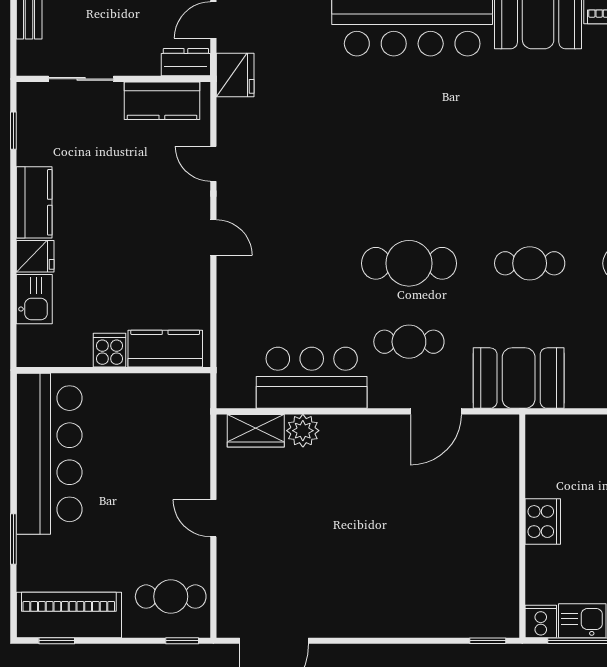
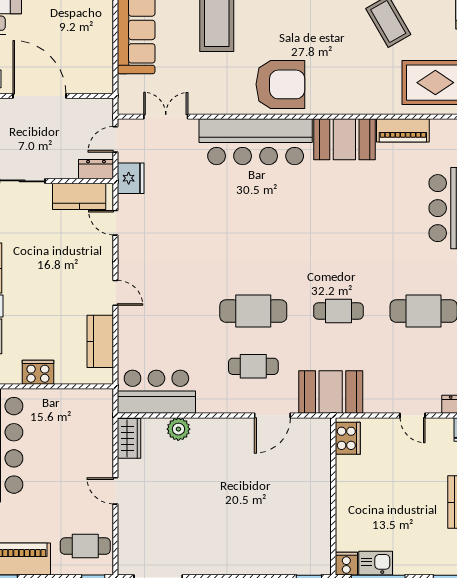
door: (213, 164) -> (115, 223), moved
kitchen counter: (165, 349) -> (100, 341), moved, turned -90
cooker: (109, 350) -> (38, 372), width x1.36
bar counter: (312, 378) -> (156, 392), moved
wardrobe: (256, 431) -> (129, 438), moved, turned -90
cooker: (543, 522) -> (348, 438), moved

